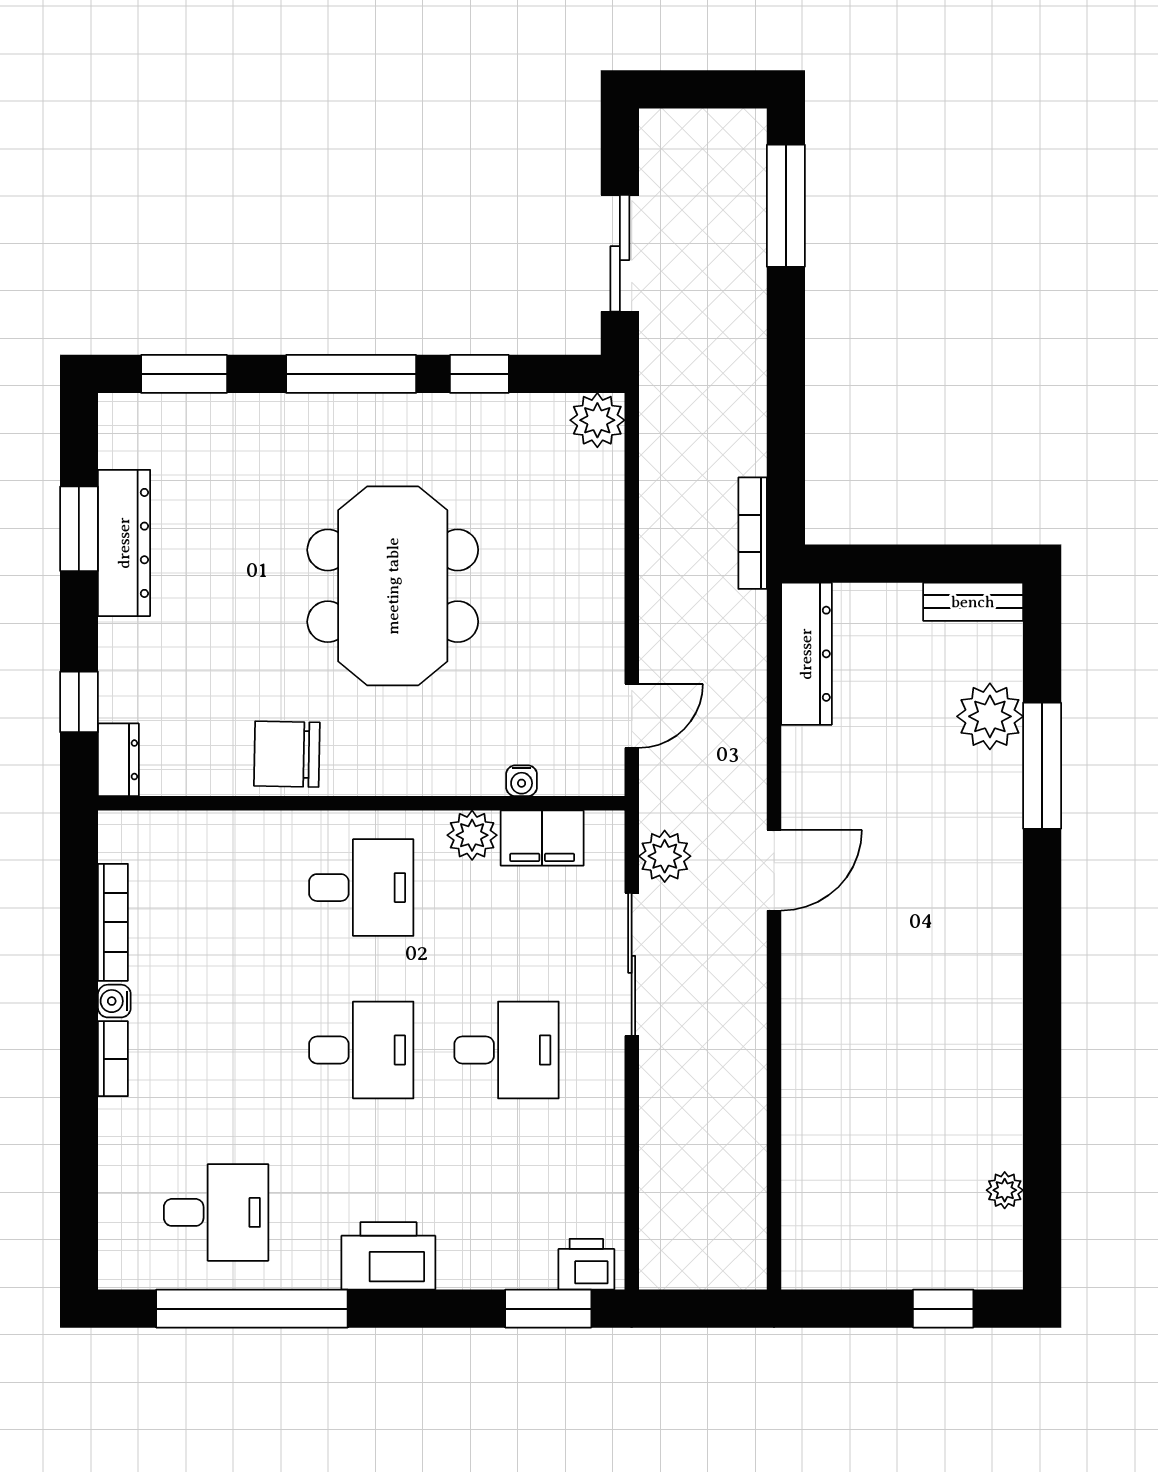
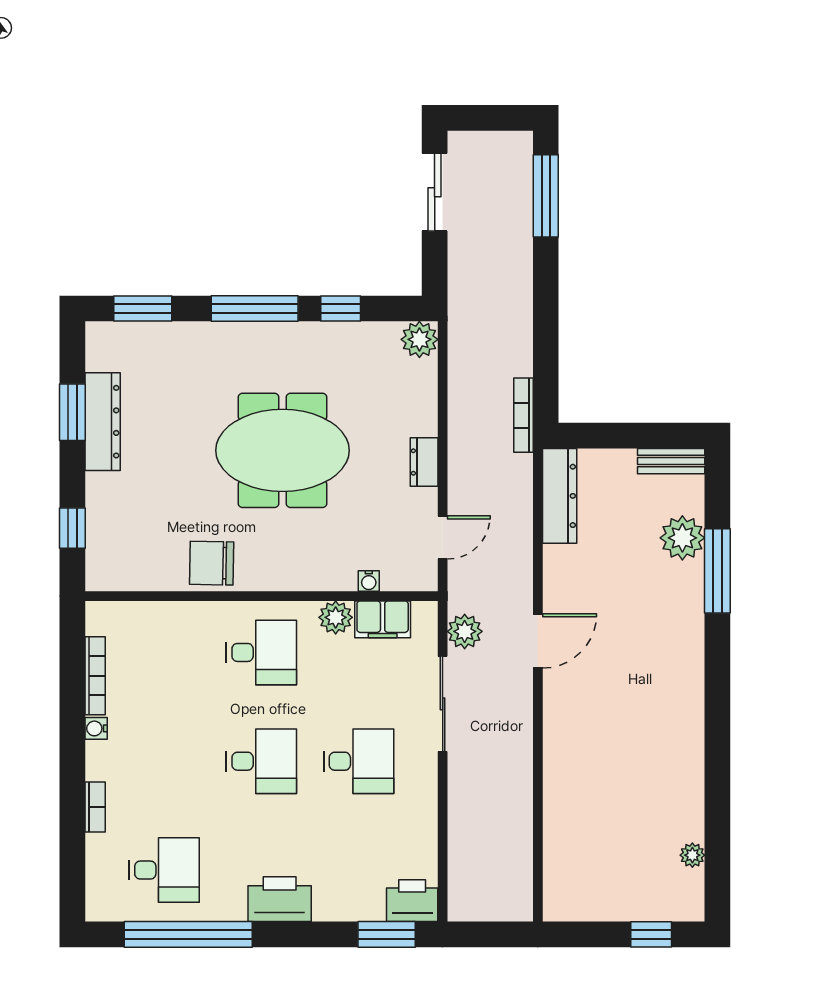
sliding door: (620, 253) -> (435, 192), moved
meeting table: (393, 586) -> (282, 450), turned 90
dresser: (118, 760) -> (424, 462), moved, turned 180
bookcase: (113, 1059) -> (95, 807), moved
printer: (586, 1264) -> (412, 901), width x1.36, depth x1.24

